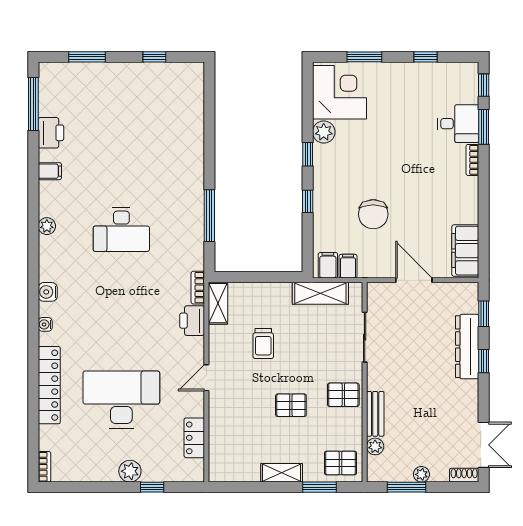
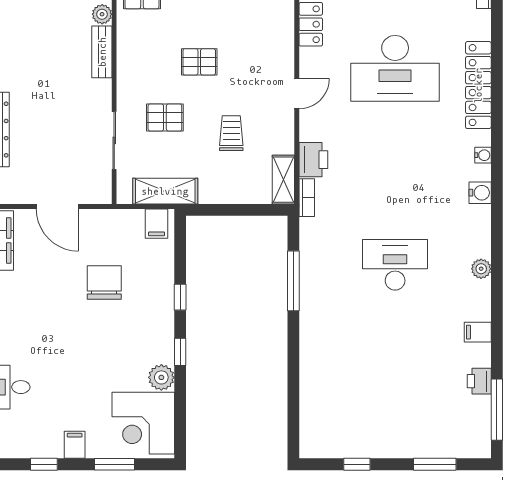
printer: (51, 133) -> (479, 381), width x0.73, depth x0.81
filing cabinet: (348, 266) -> (75, 445), moved, turned 180
pallet: (343, 395) -> (165, 117), moved

